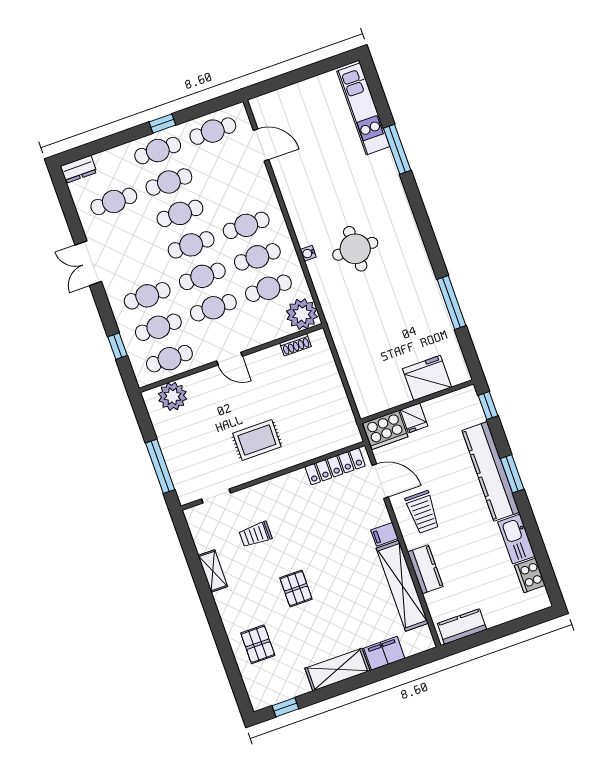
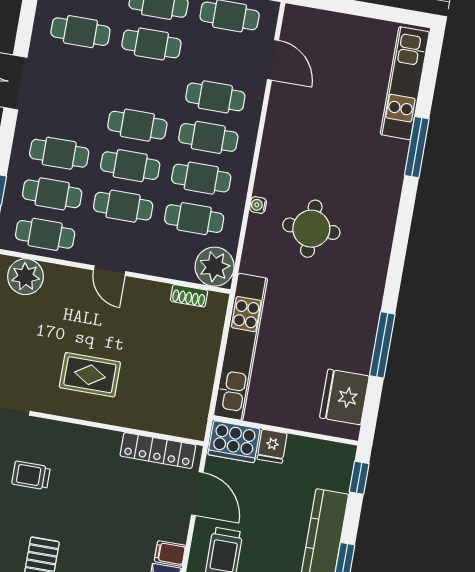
cafe table: (180, 213) -> (215, 97), moved
kitchen unit: (352, 360) -> (241, 347), added
fridge: (427, 378) -> (344, 397), moved, turned -90

